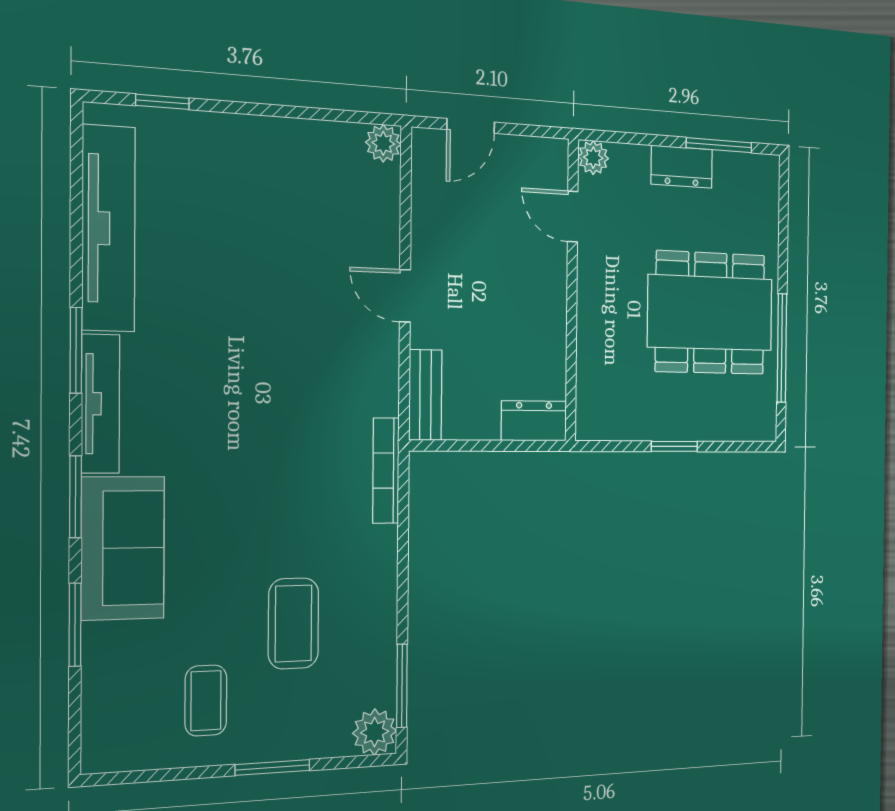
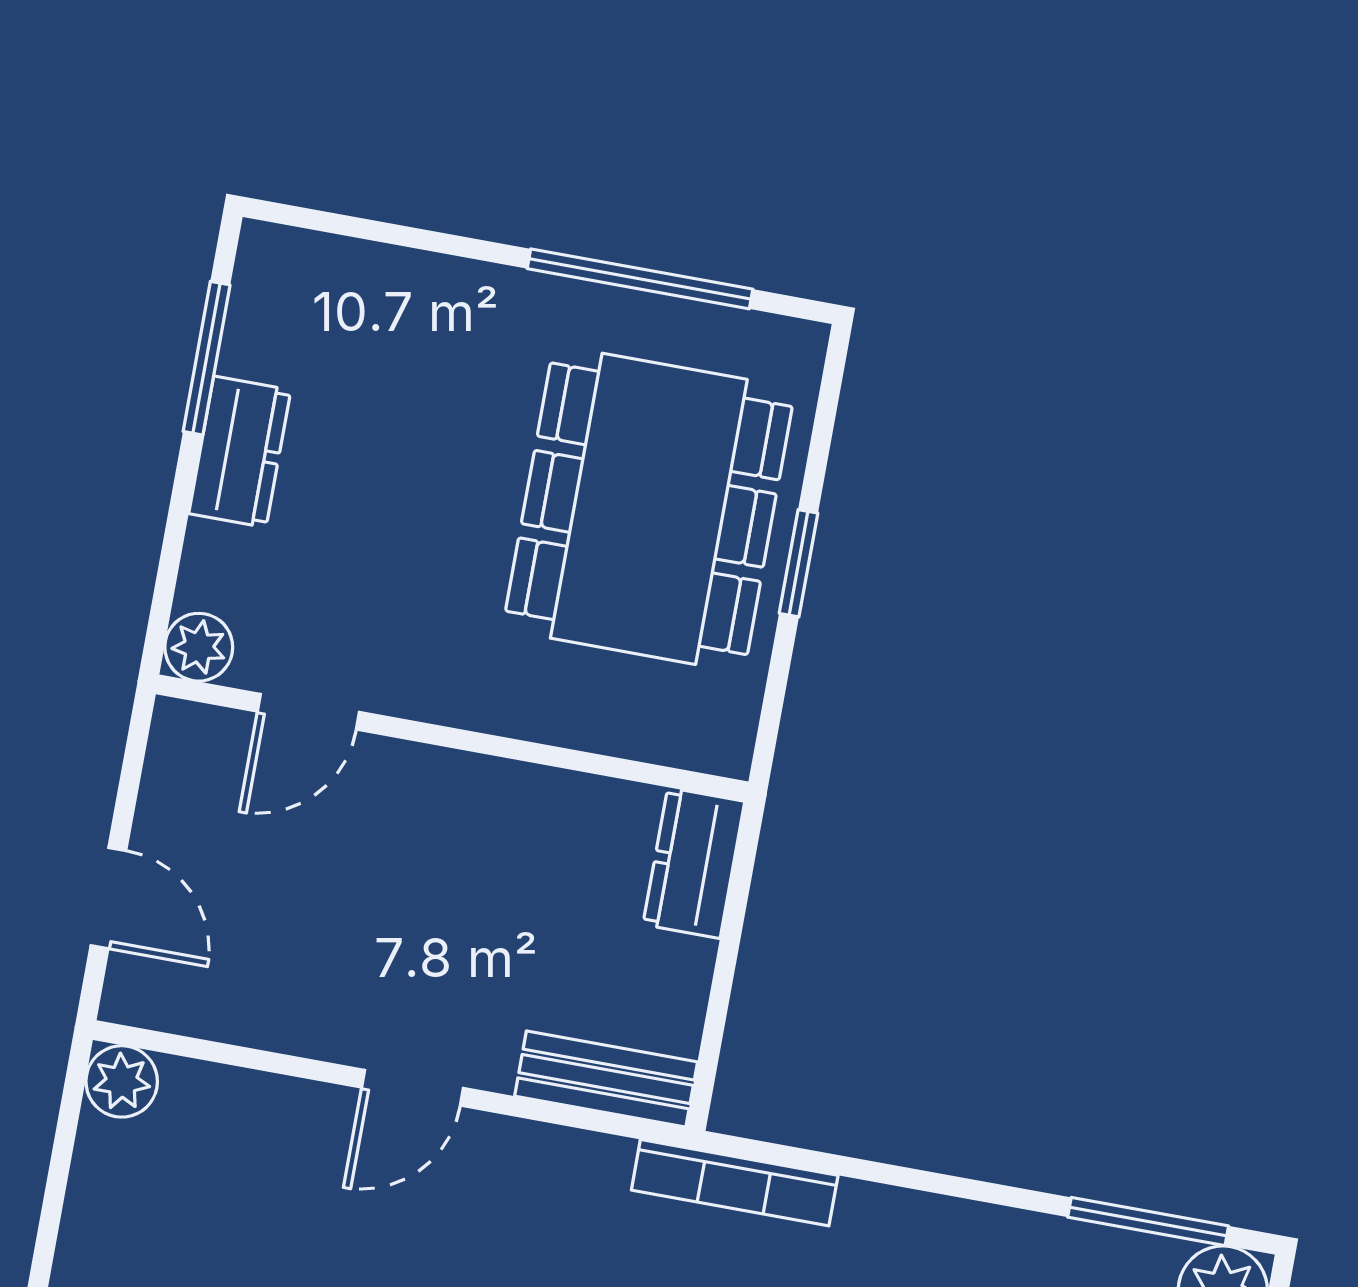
dining table: (710, 313) -> (649, 509), moved

